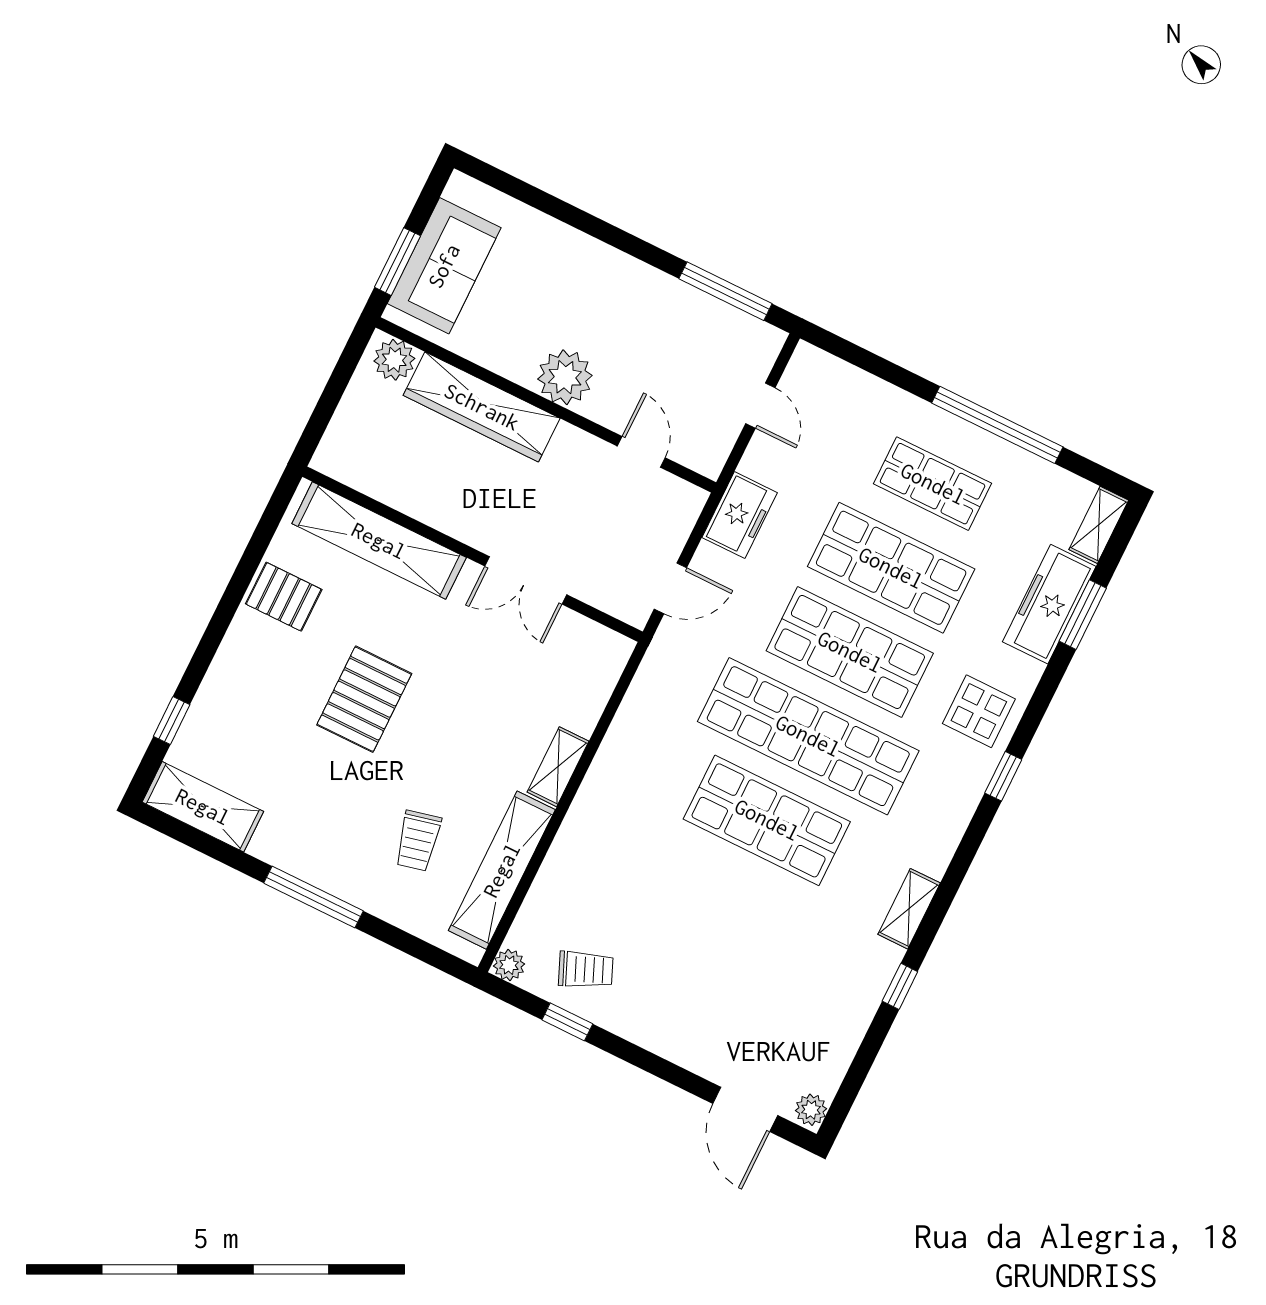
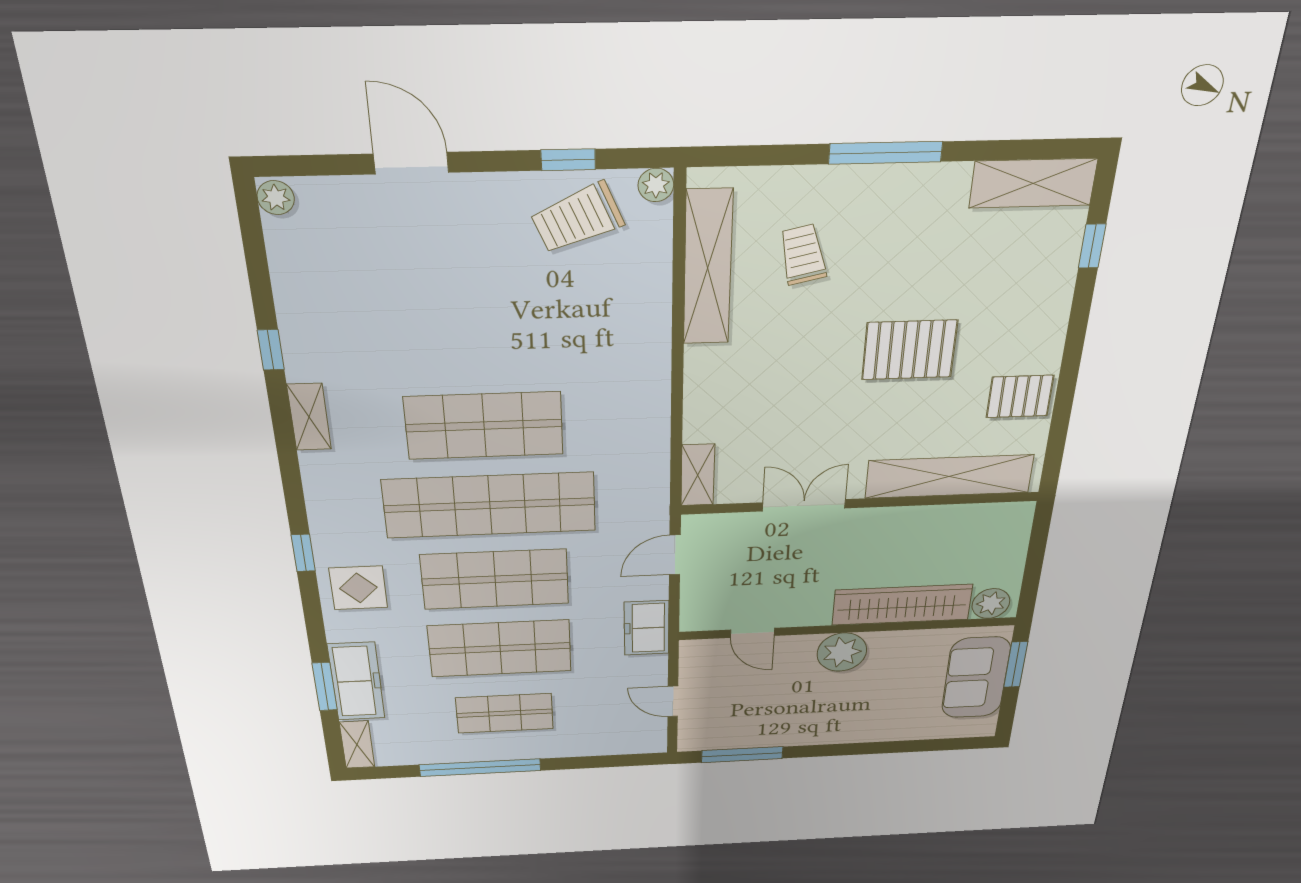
pallet: (364, 699) -> (909, 350), turned 90
shelving: (558, 767) -> (698, 475), moved
trolley: (586, 970) -> (577, 218), width x1.36, depth x1.39
door: (745, 1109) -> (411, 163), moved

